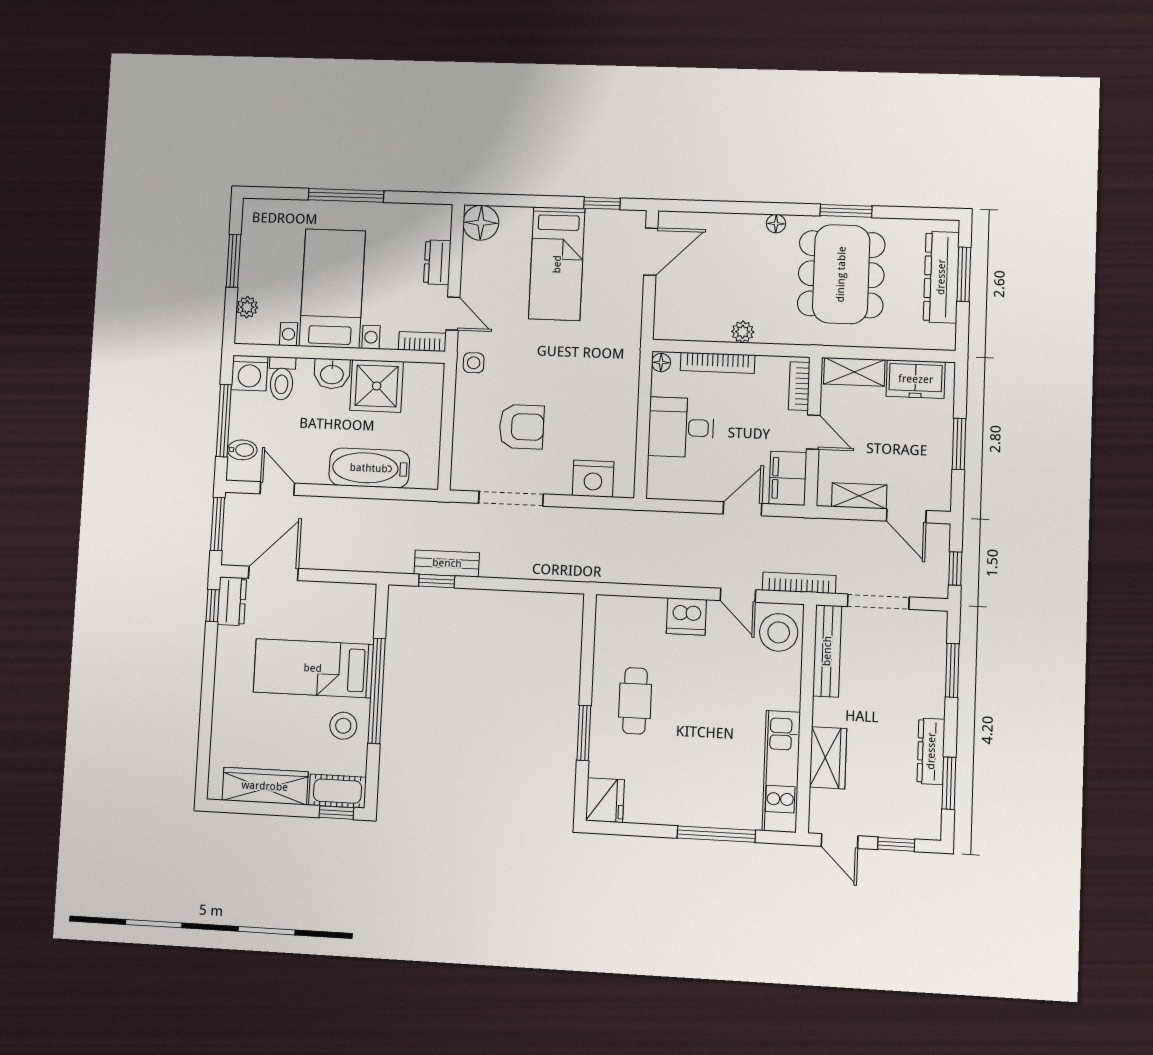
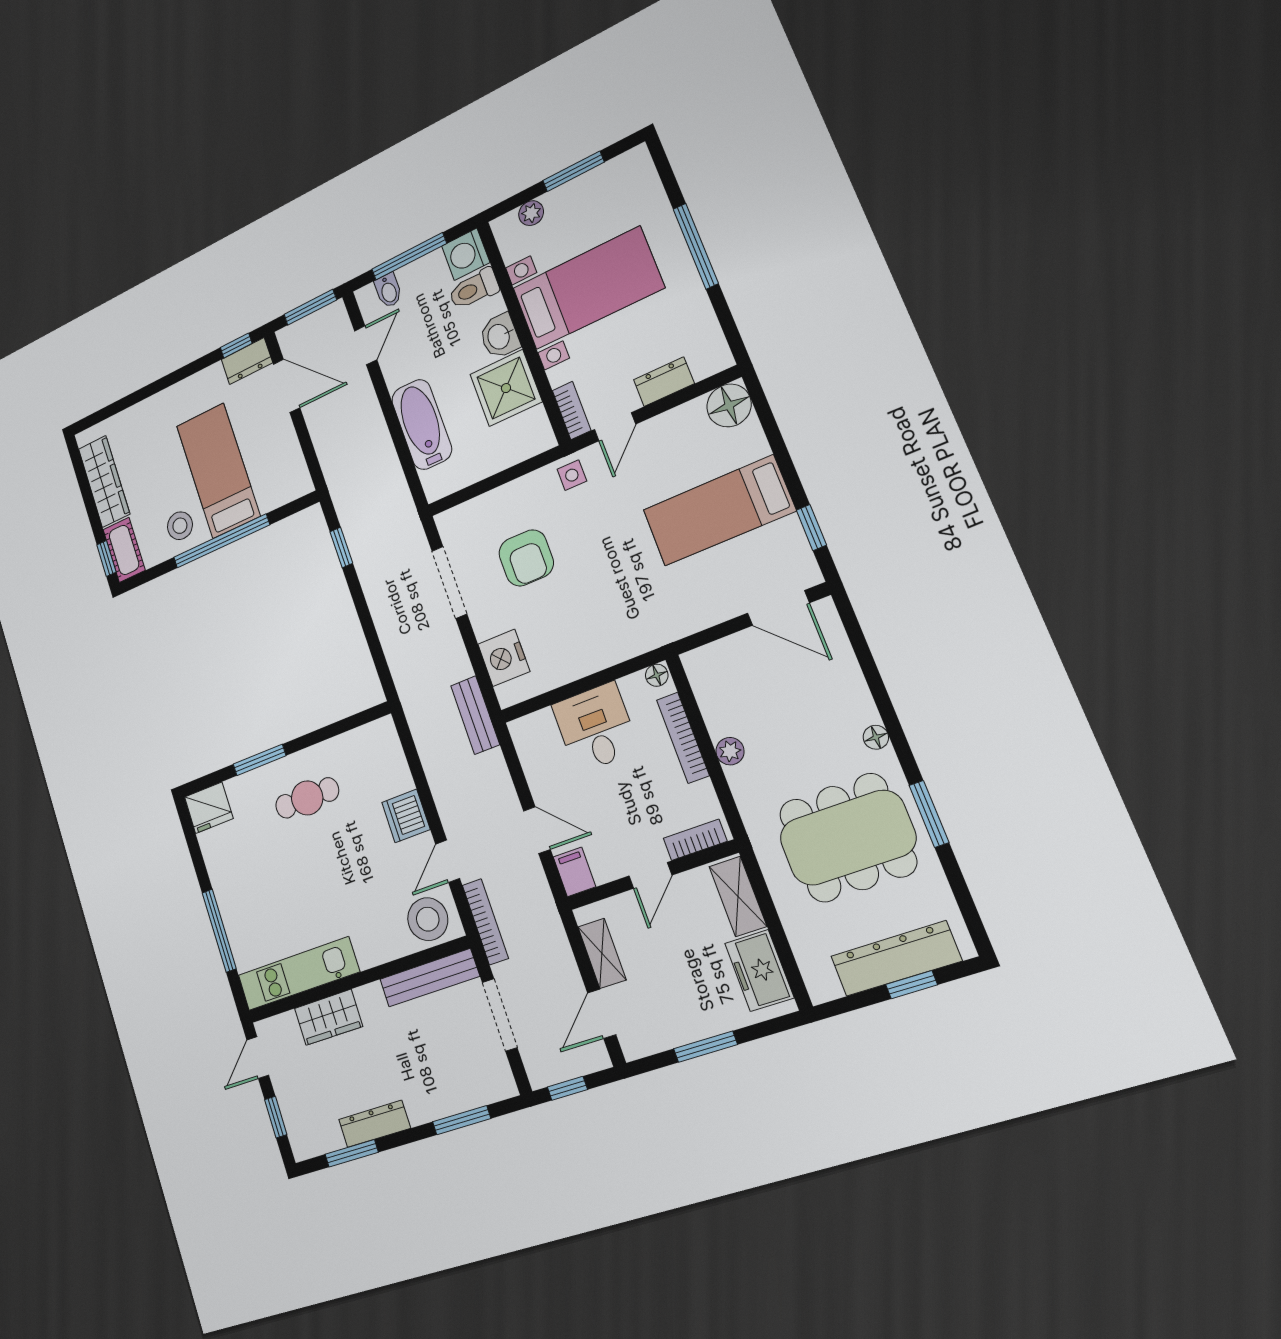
window: (964, 274) -> (912, 985), width x0.67
filing cabinet: (788, 478) -> (574, 872), width x0.50
bench: (447, 563) -> (475, 715), moved

